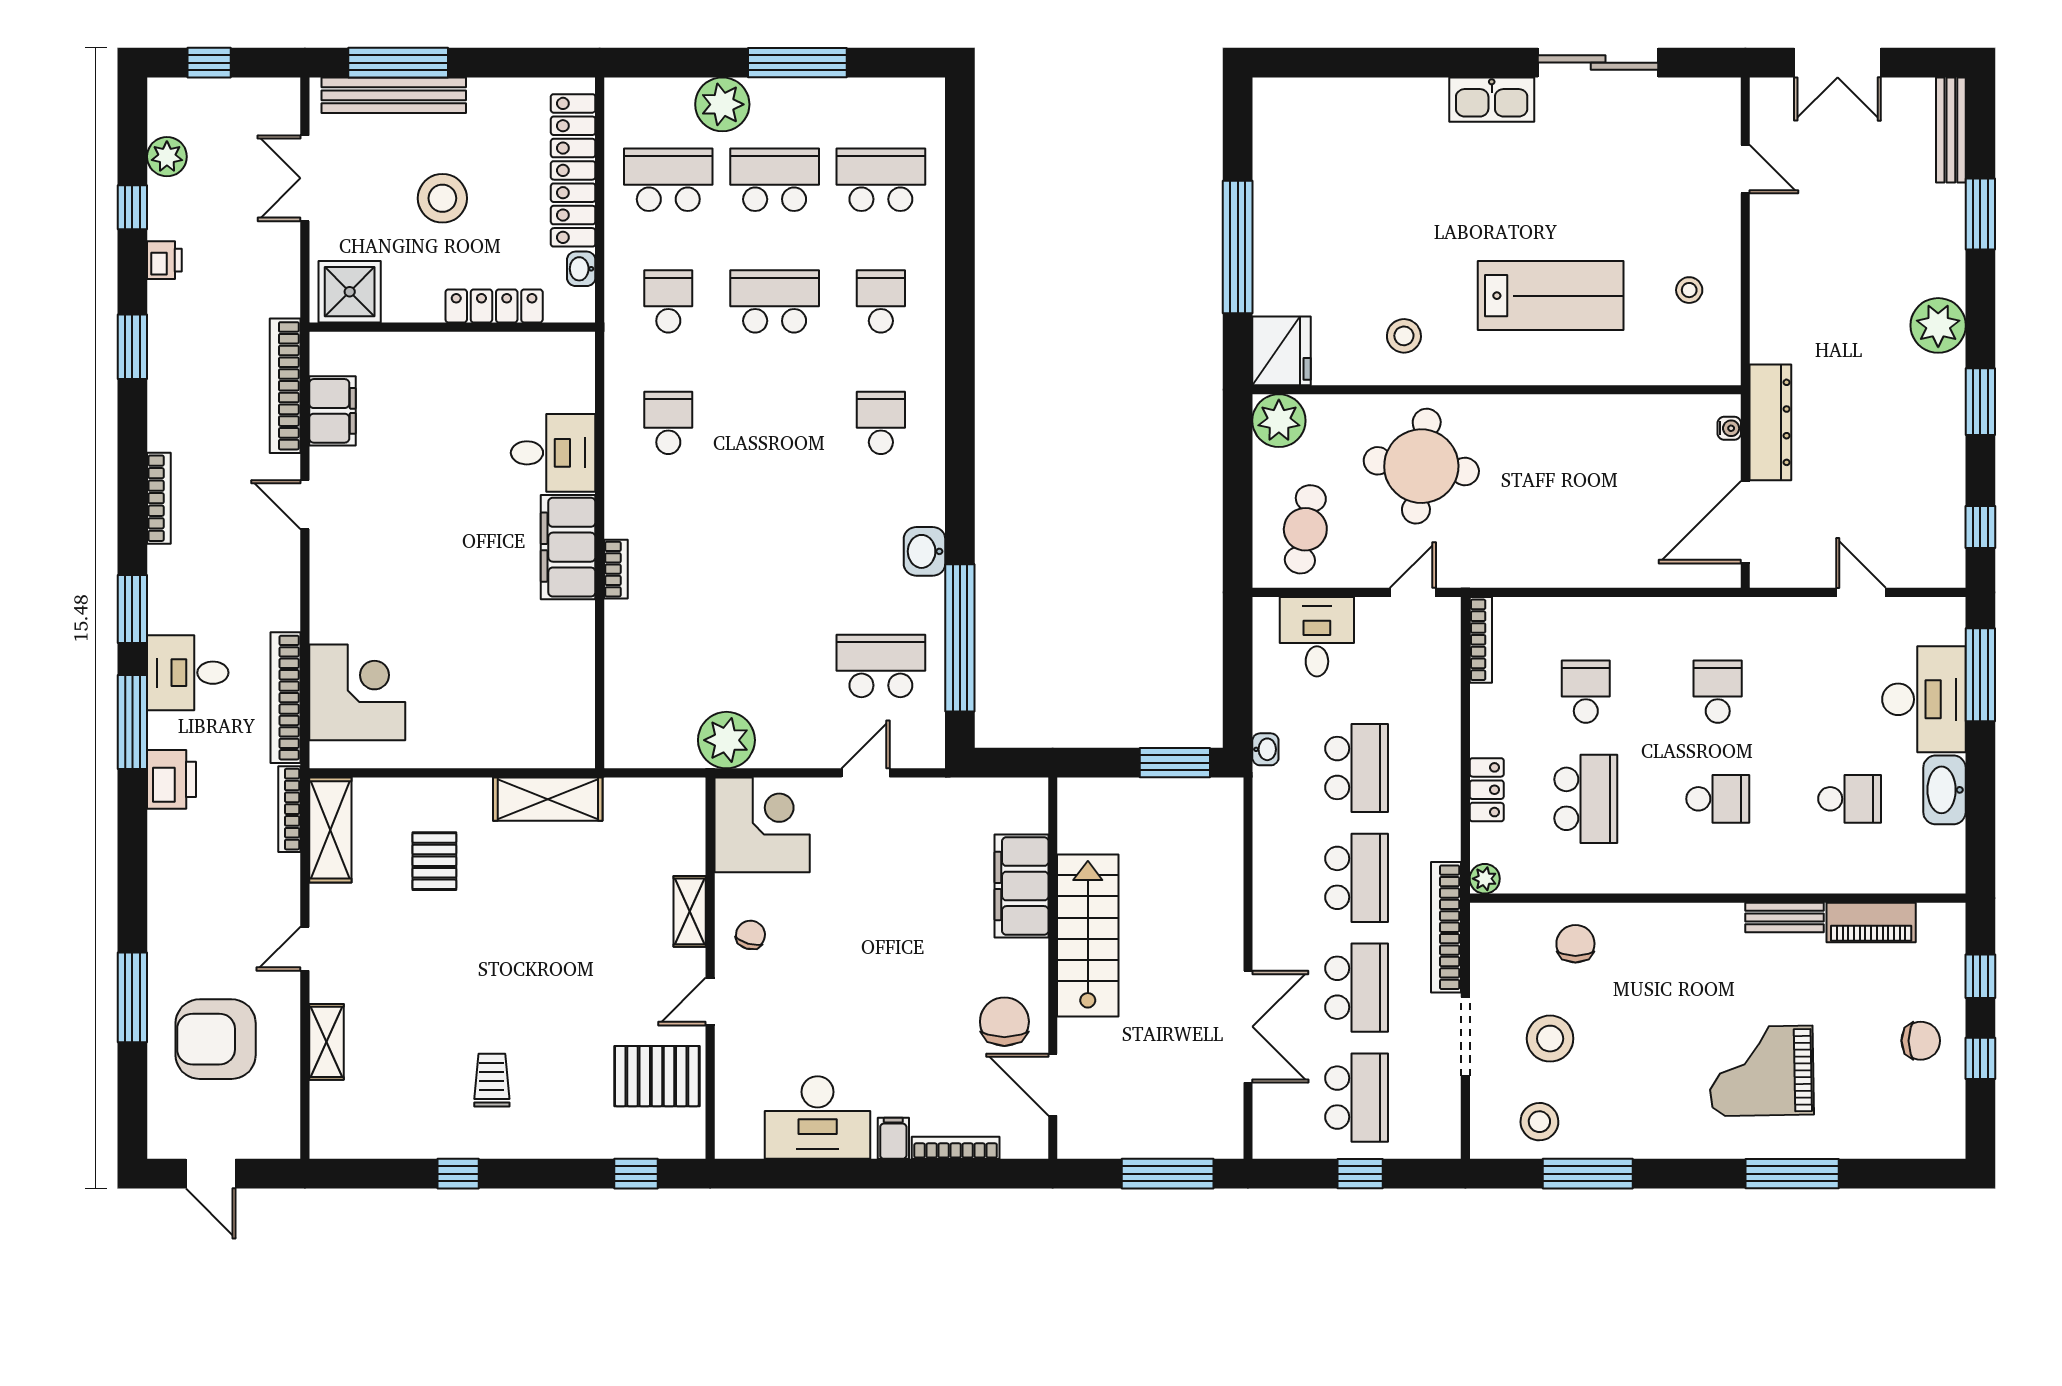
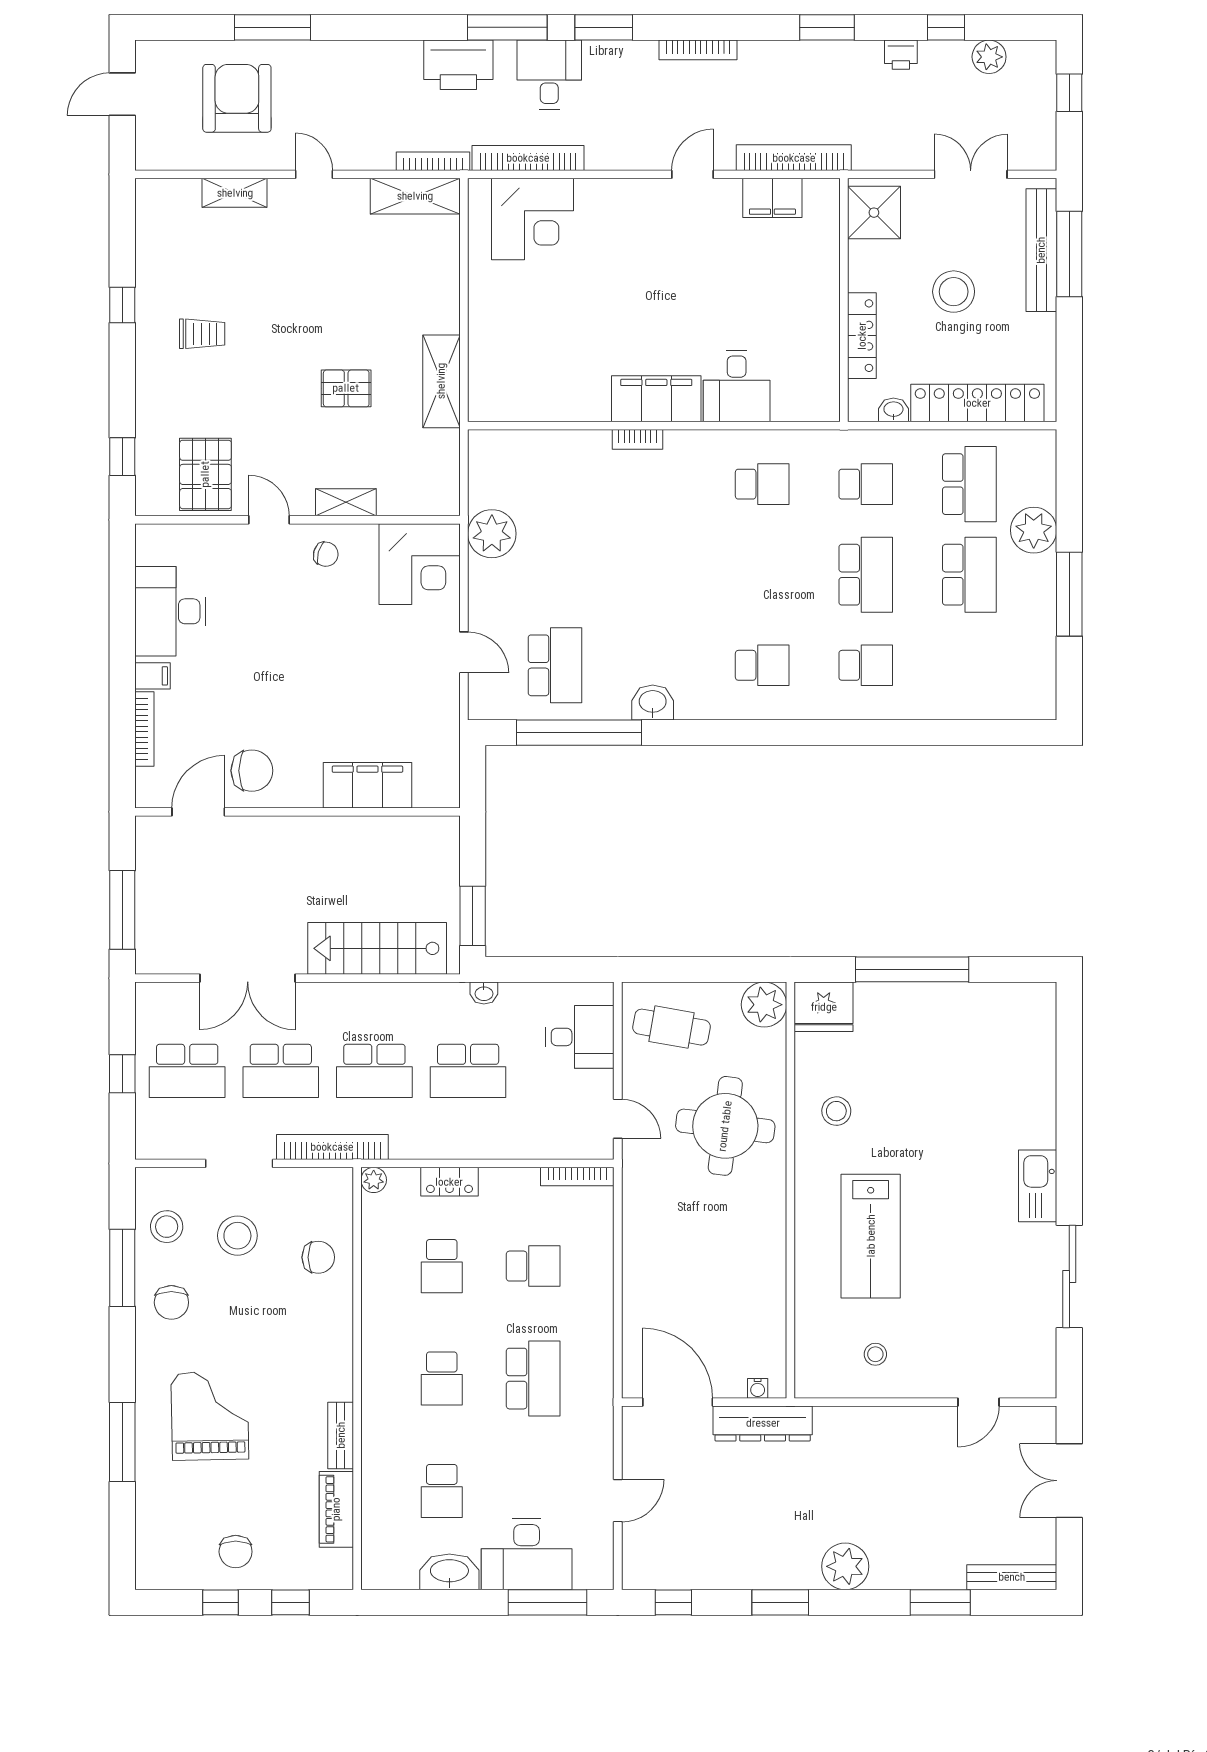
school desk: (881, 180) -> (969, 665), removed
school desk: (1718, 692) -> (533, 1379), width x1.85
printer: (172, 779) -> (458, 65), width x1.37, depth x1.19
school desk: (1586, 799) -> (442, 1266), width x0.54
pallet: (434, 861) -> (346, 388), moved
stairs: (1088, 935) -> (377, 948), moved, turned 180
chair: (1628, 1116) -> (171, 1302), added

